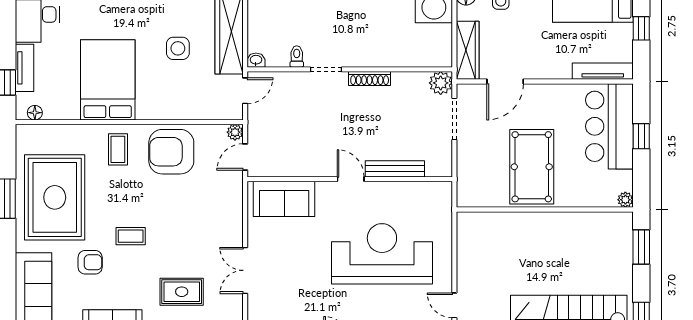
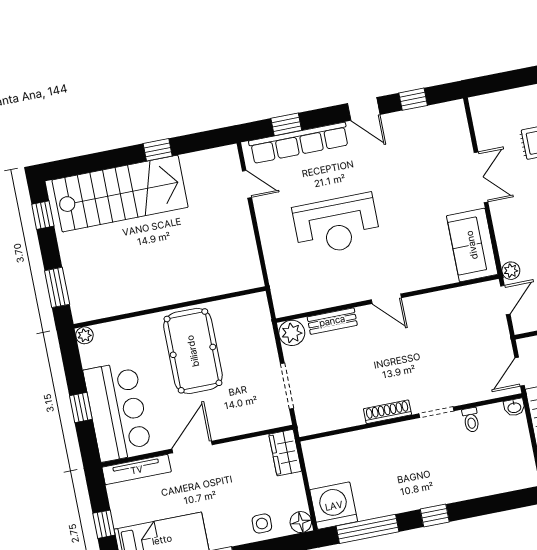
wardrobe: (468, 50) -> (285, 453), width x0.67
door: (505, 82) -> (192, 447), moved
plant: (441, 83) -> (292, 333), moved
plant: (235, 132) -> (511, 271), moved
bench: (395, 169) -> (332, 321), width x0.73
sofa: (284, 199) -> (472, 245), moved, turned -90
reception desk: (382, 254) -> (336, 225), width x0.74, depth x0.77

